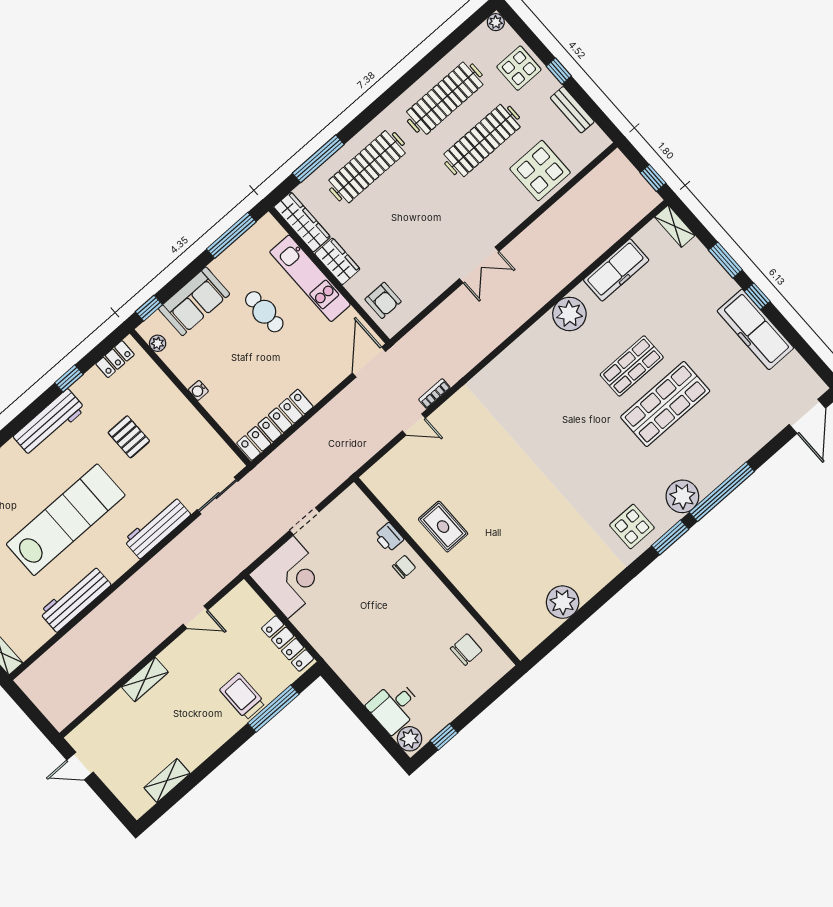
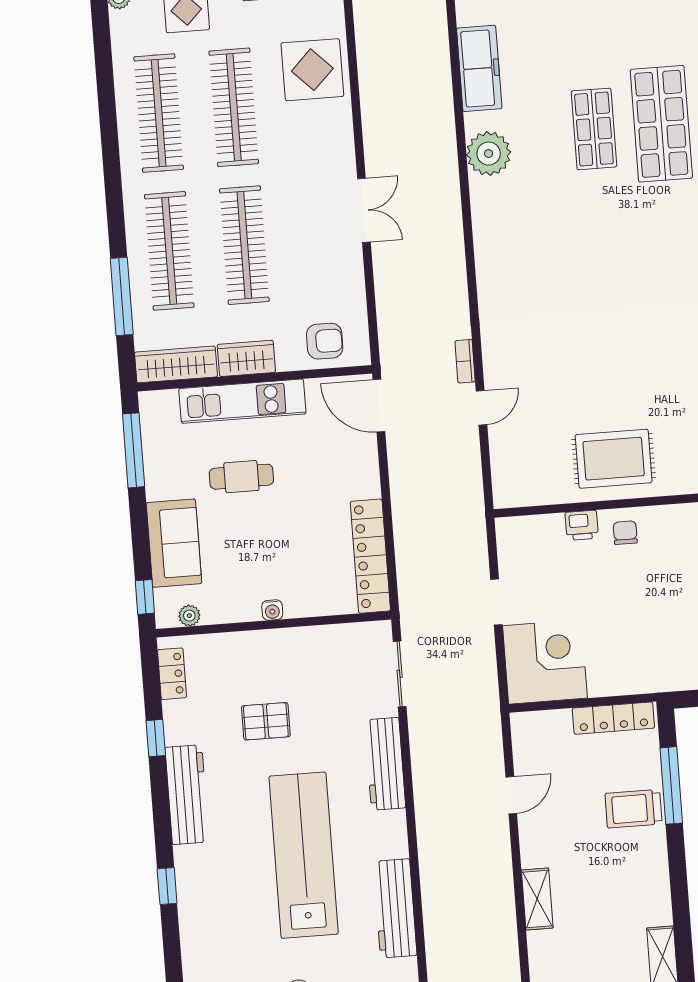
clothes rail: (404, 209) -> (244, 245), added
rug: (443, 527) -> (614, 459), width x1.36, depth x1.43

